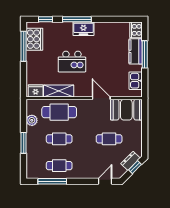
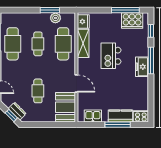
door: (101, 98) -> (76, 83), hinge flipped
window: (24, 143) -> (50, 10), moved
cafe table: (59, 166) -> (13, 44), width x1.37, depth x1.35

